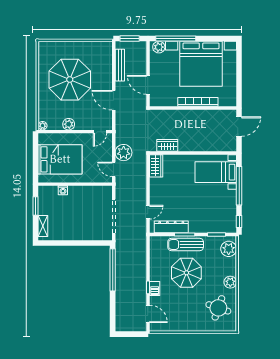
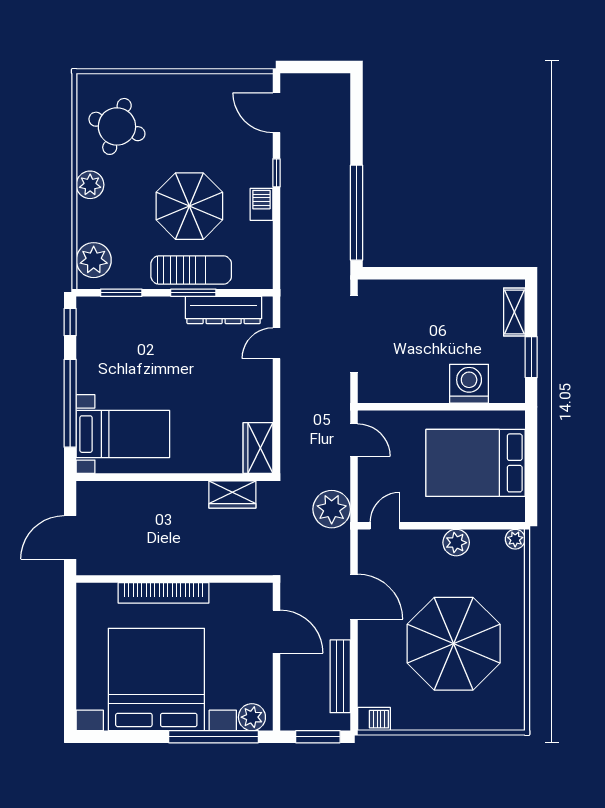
barbecue: (105, 46) -> (374, 719), added
plant: (124, 153) -> (332, 509), moved
washing machine: (63, 190) -> (469, 384), width x1.89, depth x1.89
barbecue: (155, 288) -> (261, 204), moved

